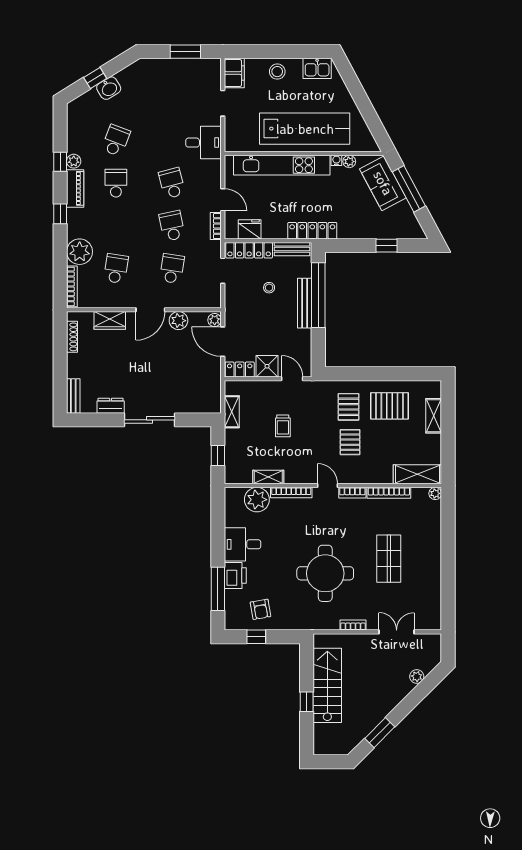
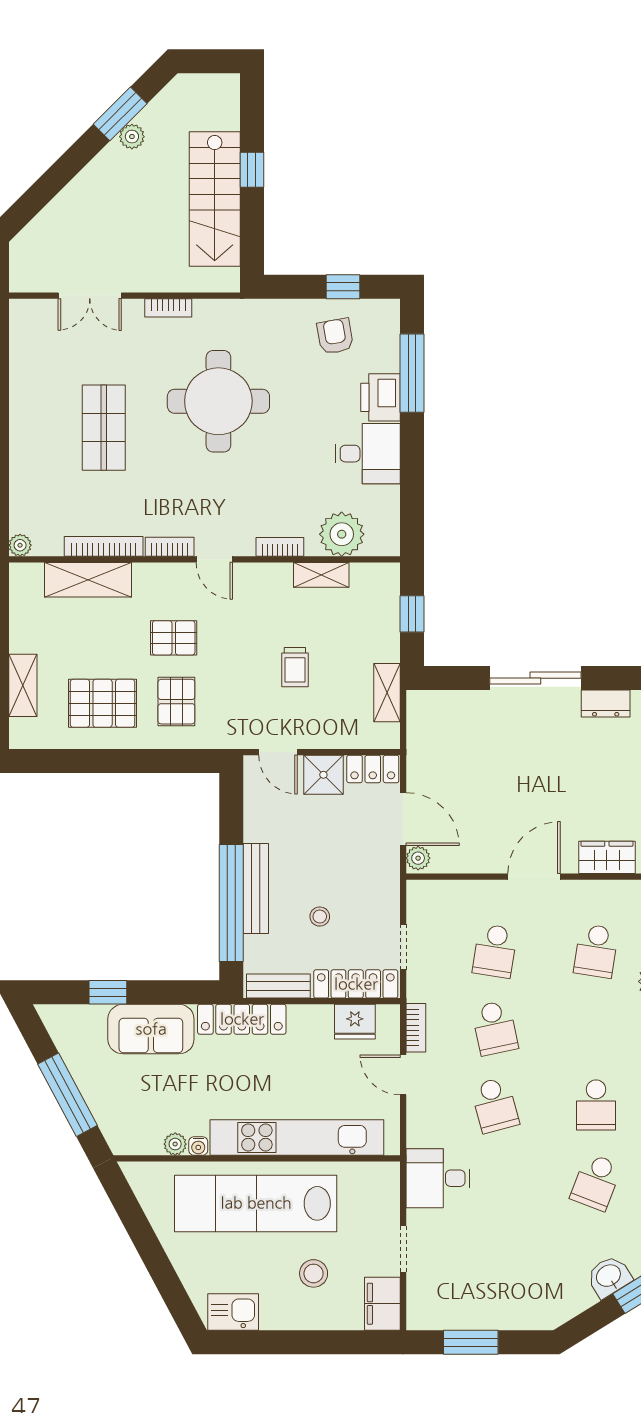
stool: (277, 72) -> (314, 1273), moved
sofa: (383, 183) -> (151, 1029), moved, turned 118
plant: (178, 321) -> (483, 857), removed
trolley: (283, 426) -> (295, 667), turned 180
pallet: (350, 442) -> (174, 638), turned 90
shelving: (417, 474) -> (88, 580), moved
bookcase: (291, 493) -> (280, 547), width x0.64
plant: (417, 676) -> (132, 137), moved

